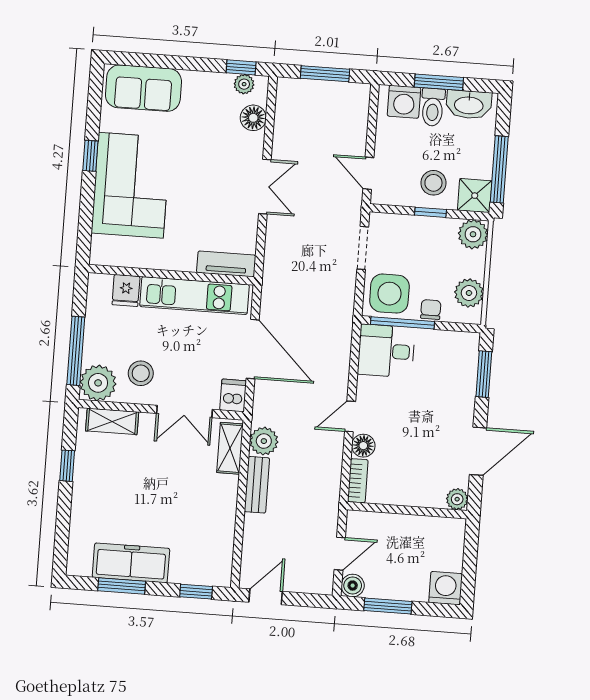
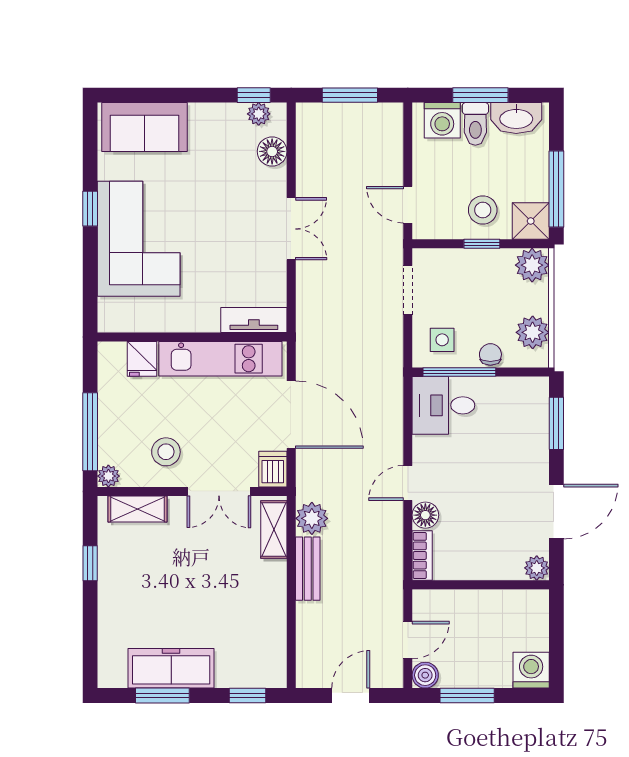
side table: (389, 294) -> (442, 340), width x0.54, depth x0.54
plant: (98, 383) -> (108, 476), width x0.53, depth x0.53
door: (266, 597) -> (351, 695), moved

